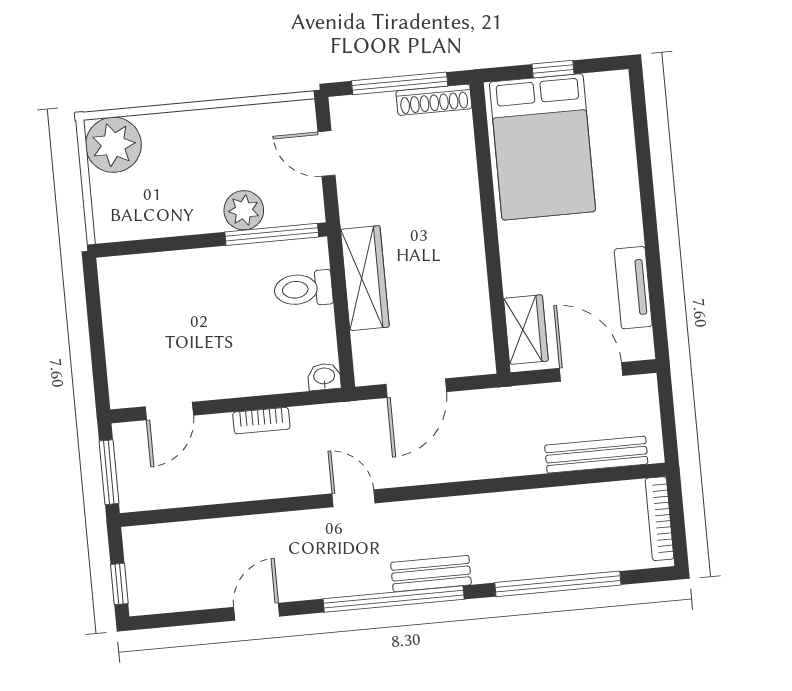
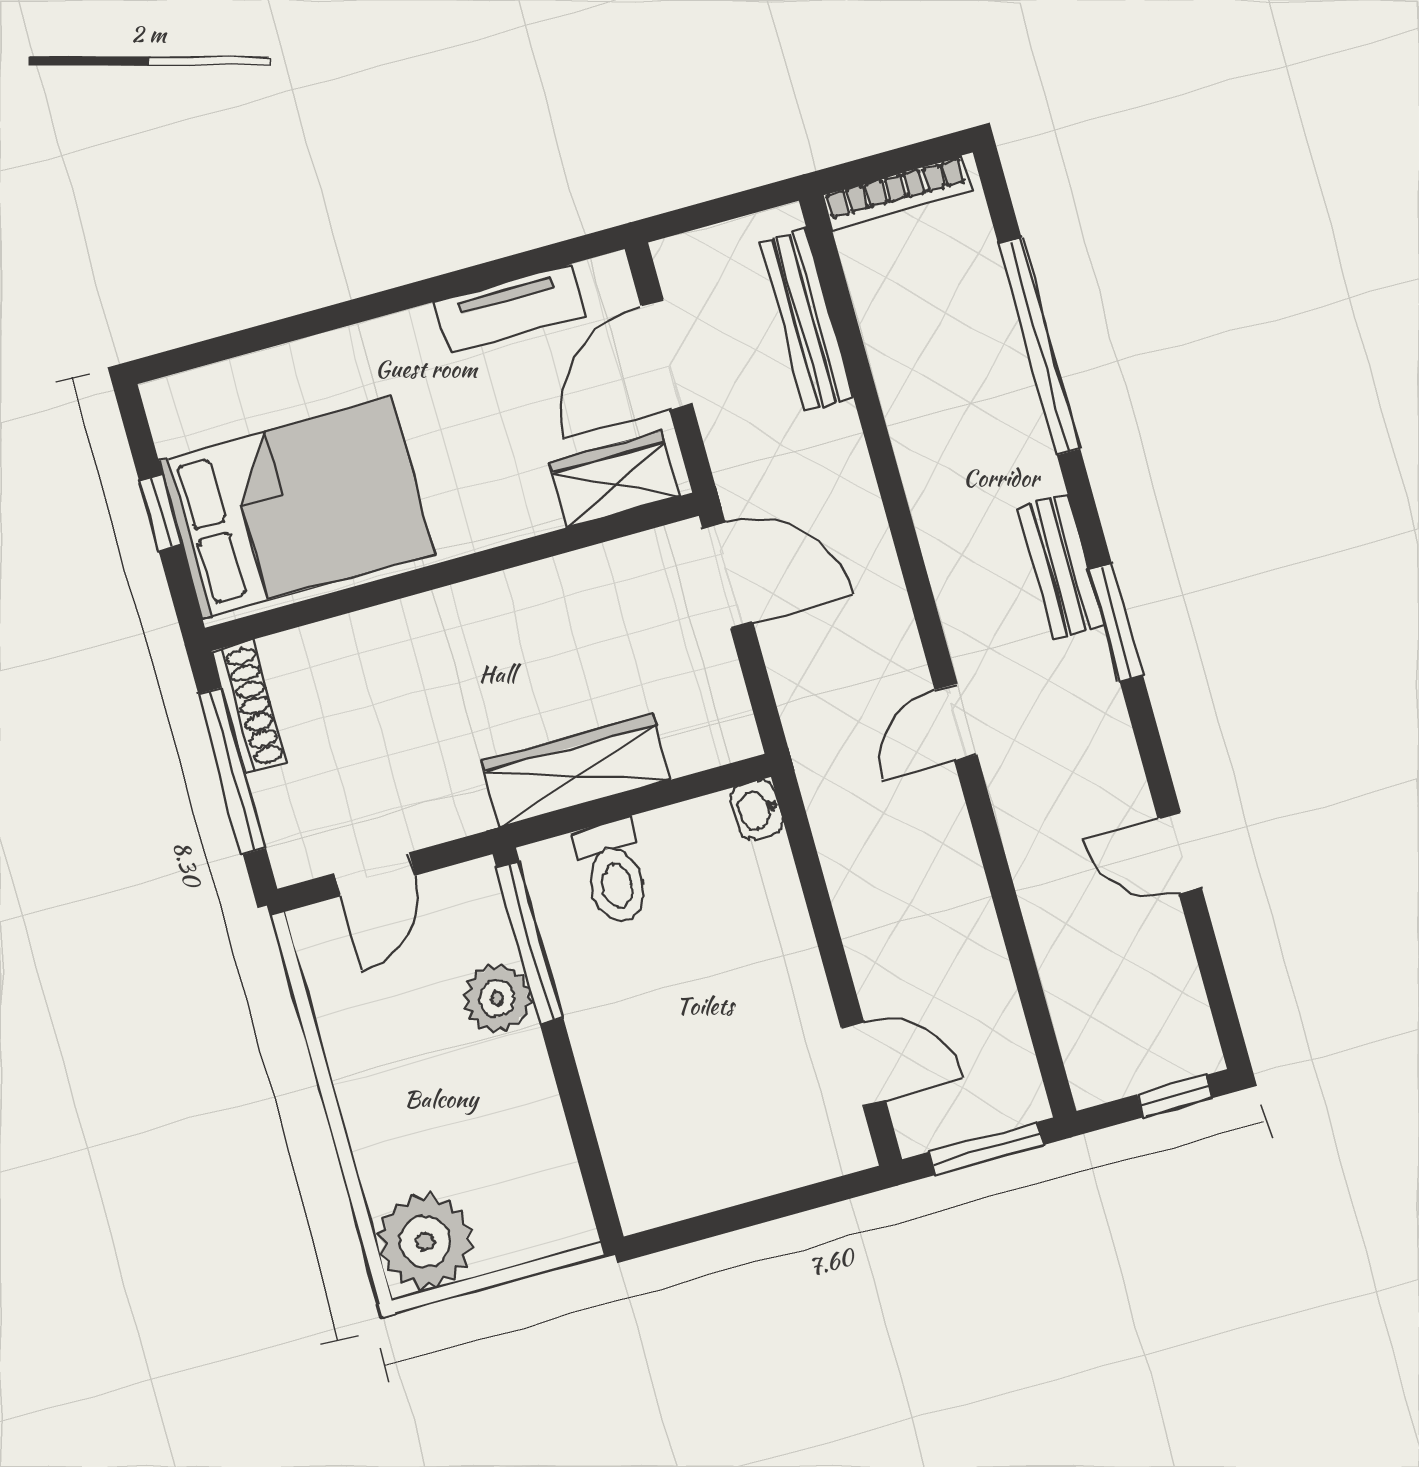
door: (416, 388) -> (728, 575), moved
bookcase: (261, 421) -> (851, 904), removed
window: (394, 599) -> (1116, 623), width x0.47

